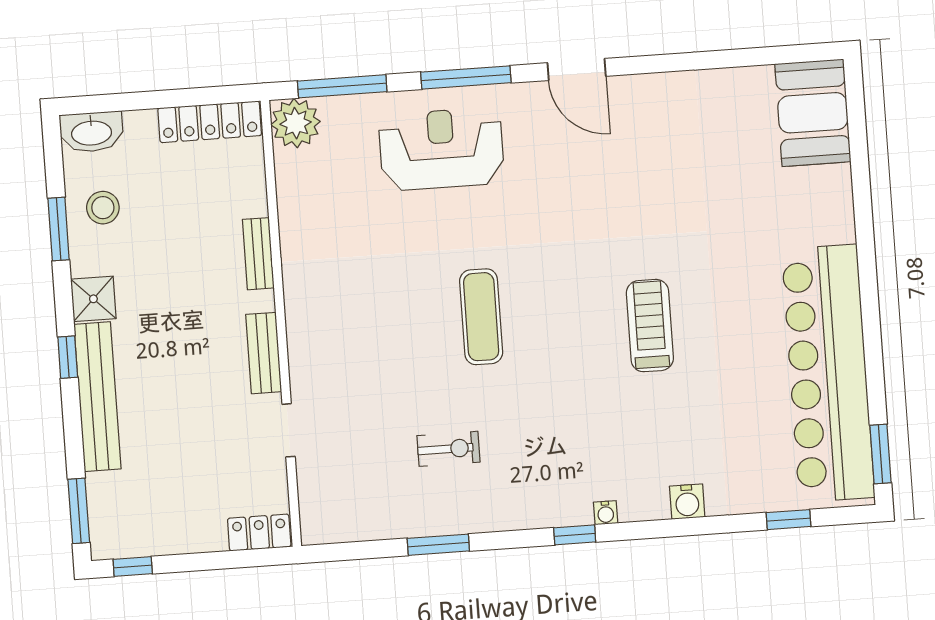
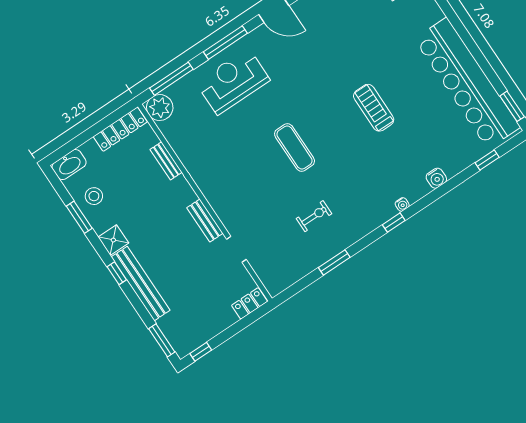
bench: (258, 254) -> (166, 161), moved

